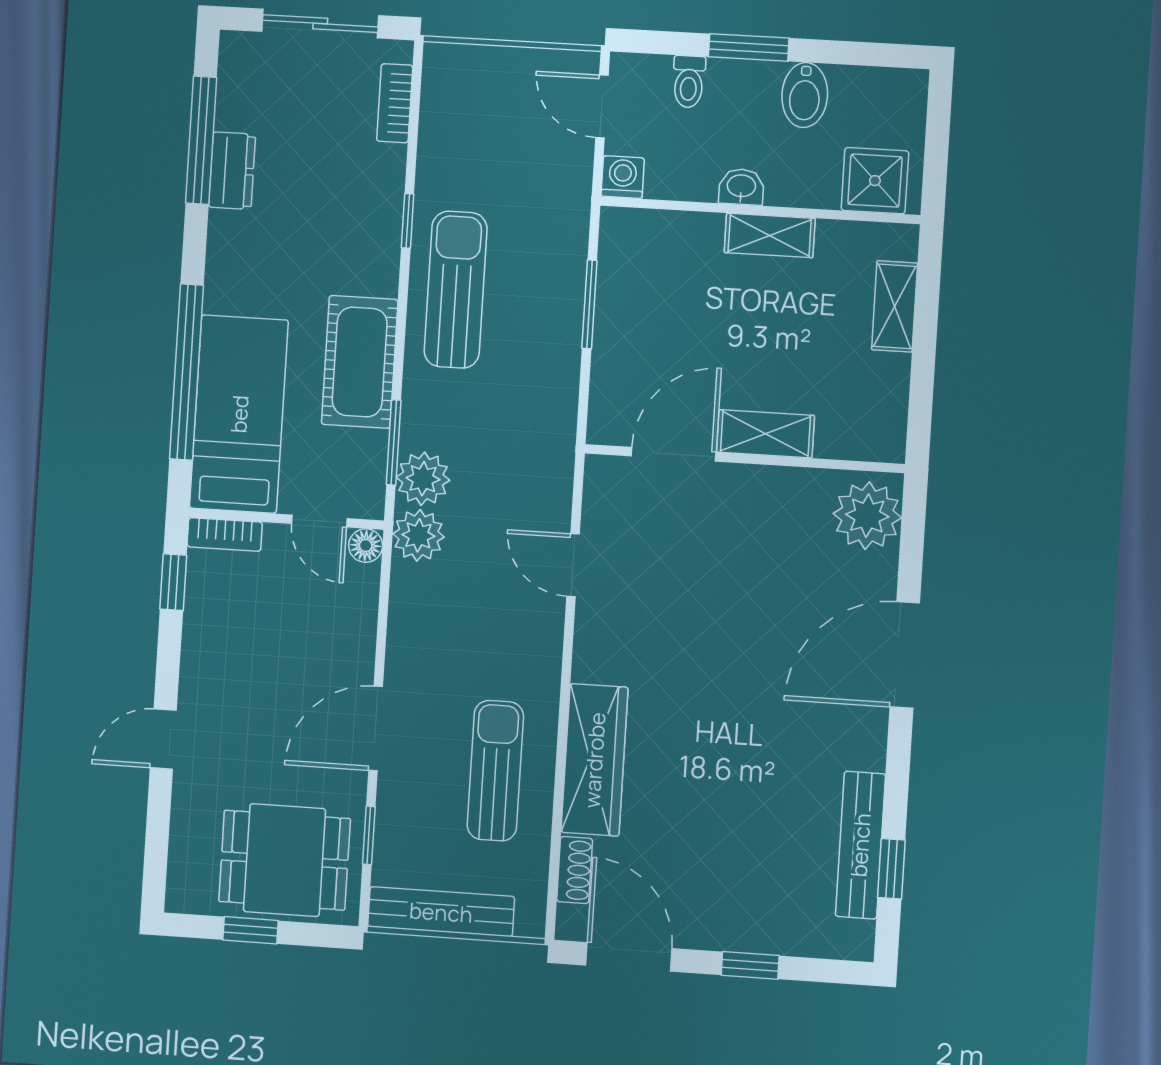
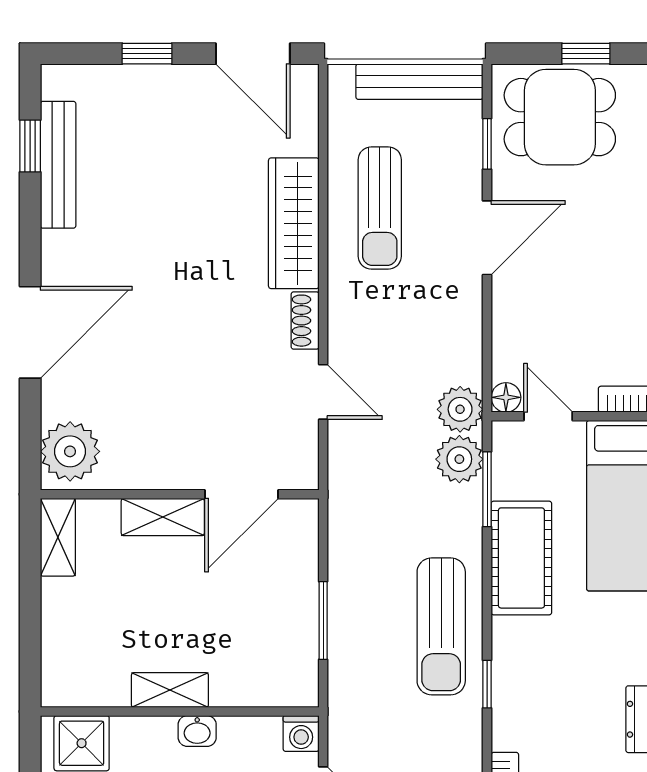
shelving: (895, 306) -> (58, 537), moved
shoe rack: (575, 870) -> (305, 321), moved

